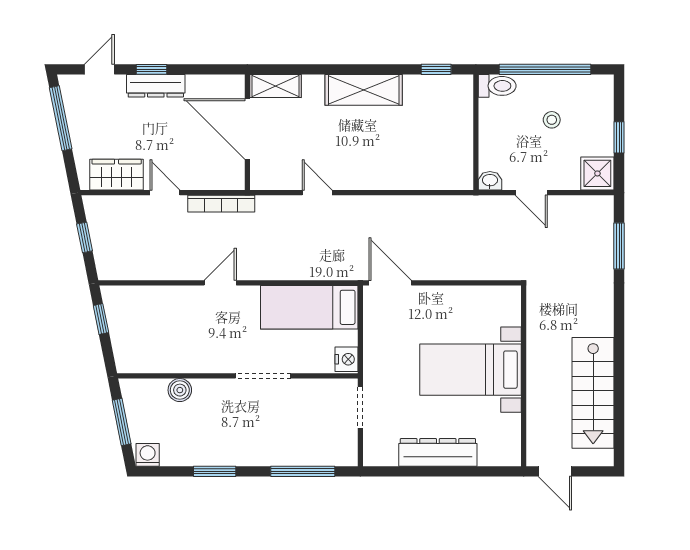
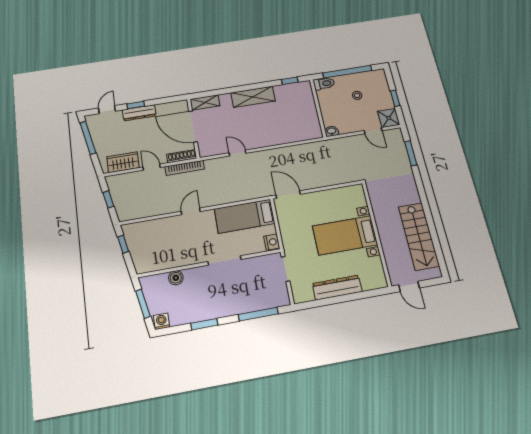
shoe rack: (219, 181) -> (182, 156), added
door: (531, 193) -> (373, 131), moved

